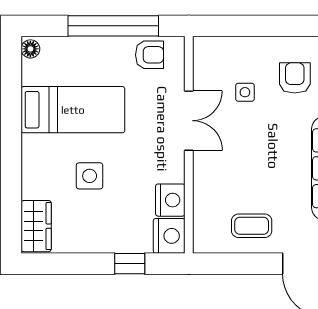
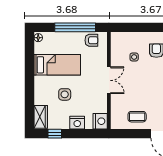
double door: (189, 121) -> (109, 80), moved
nightstand: (170, 200) -> (77, 123), moved, turned 90
window: (130, 264) -> (55, 134), moved

